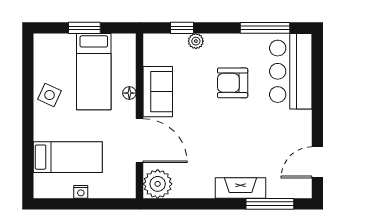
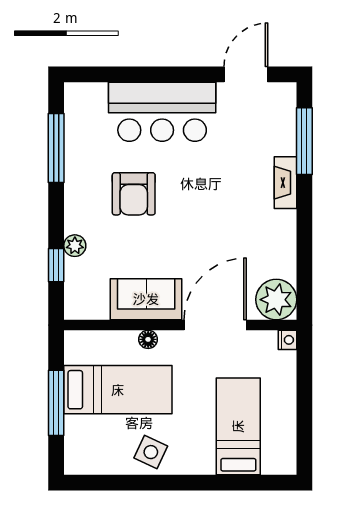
window: (84, 28) -> (56, 403), width x1.44
bar counter: (291, 71) -> (162, 112), moved
door: (317, 162) -> (246, 74), swing flipped
fireplace: (241, 188) -> (285, 183), width x0.73, depth x0.76
nightstand: (81, 192) -> (287, 340), moved

